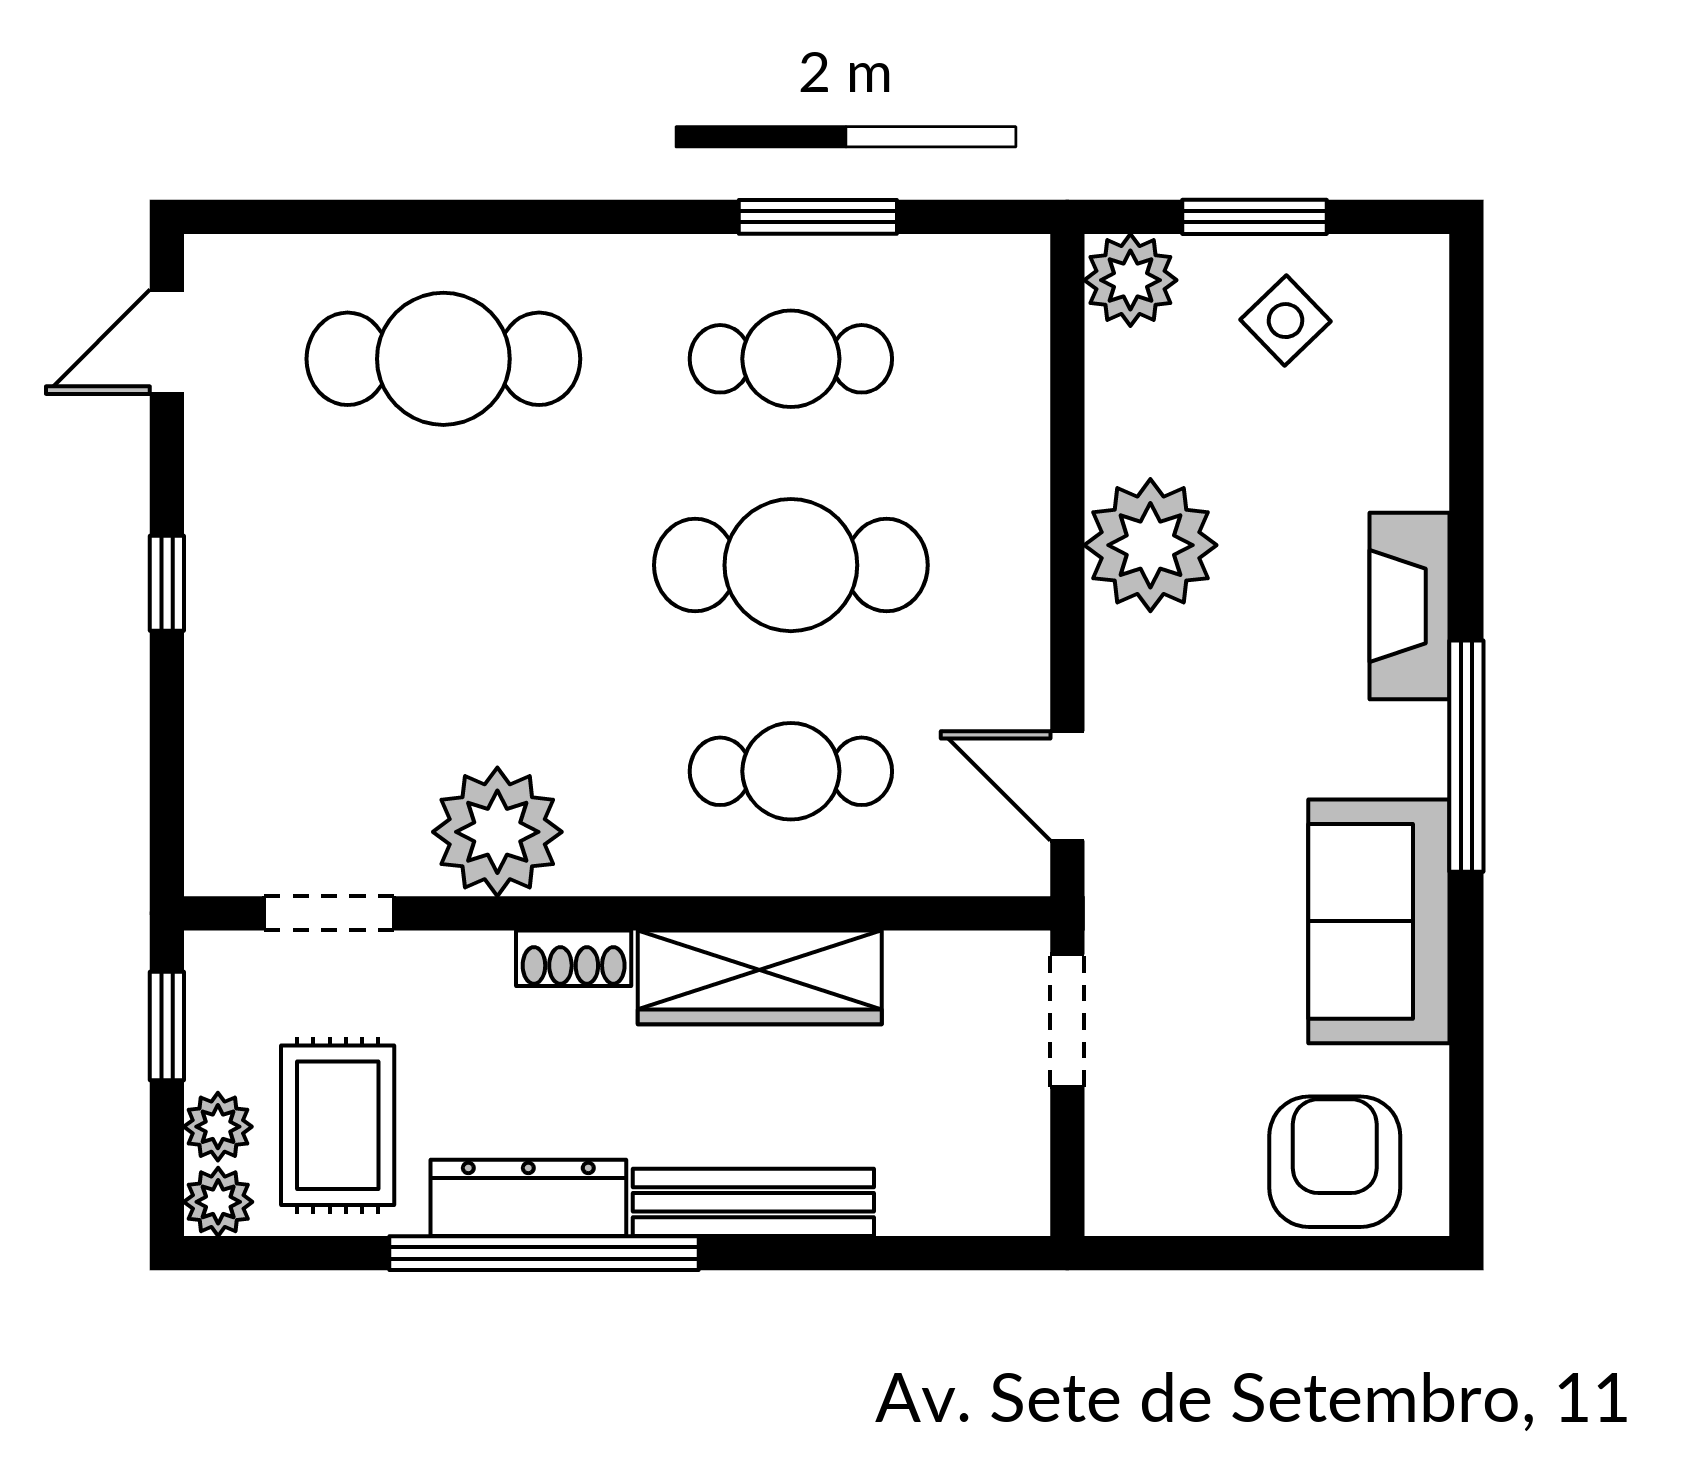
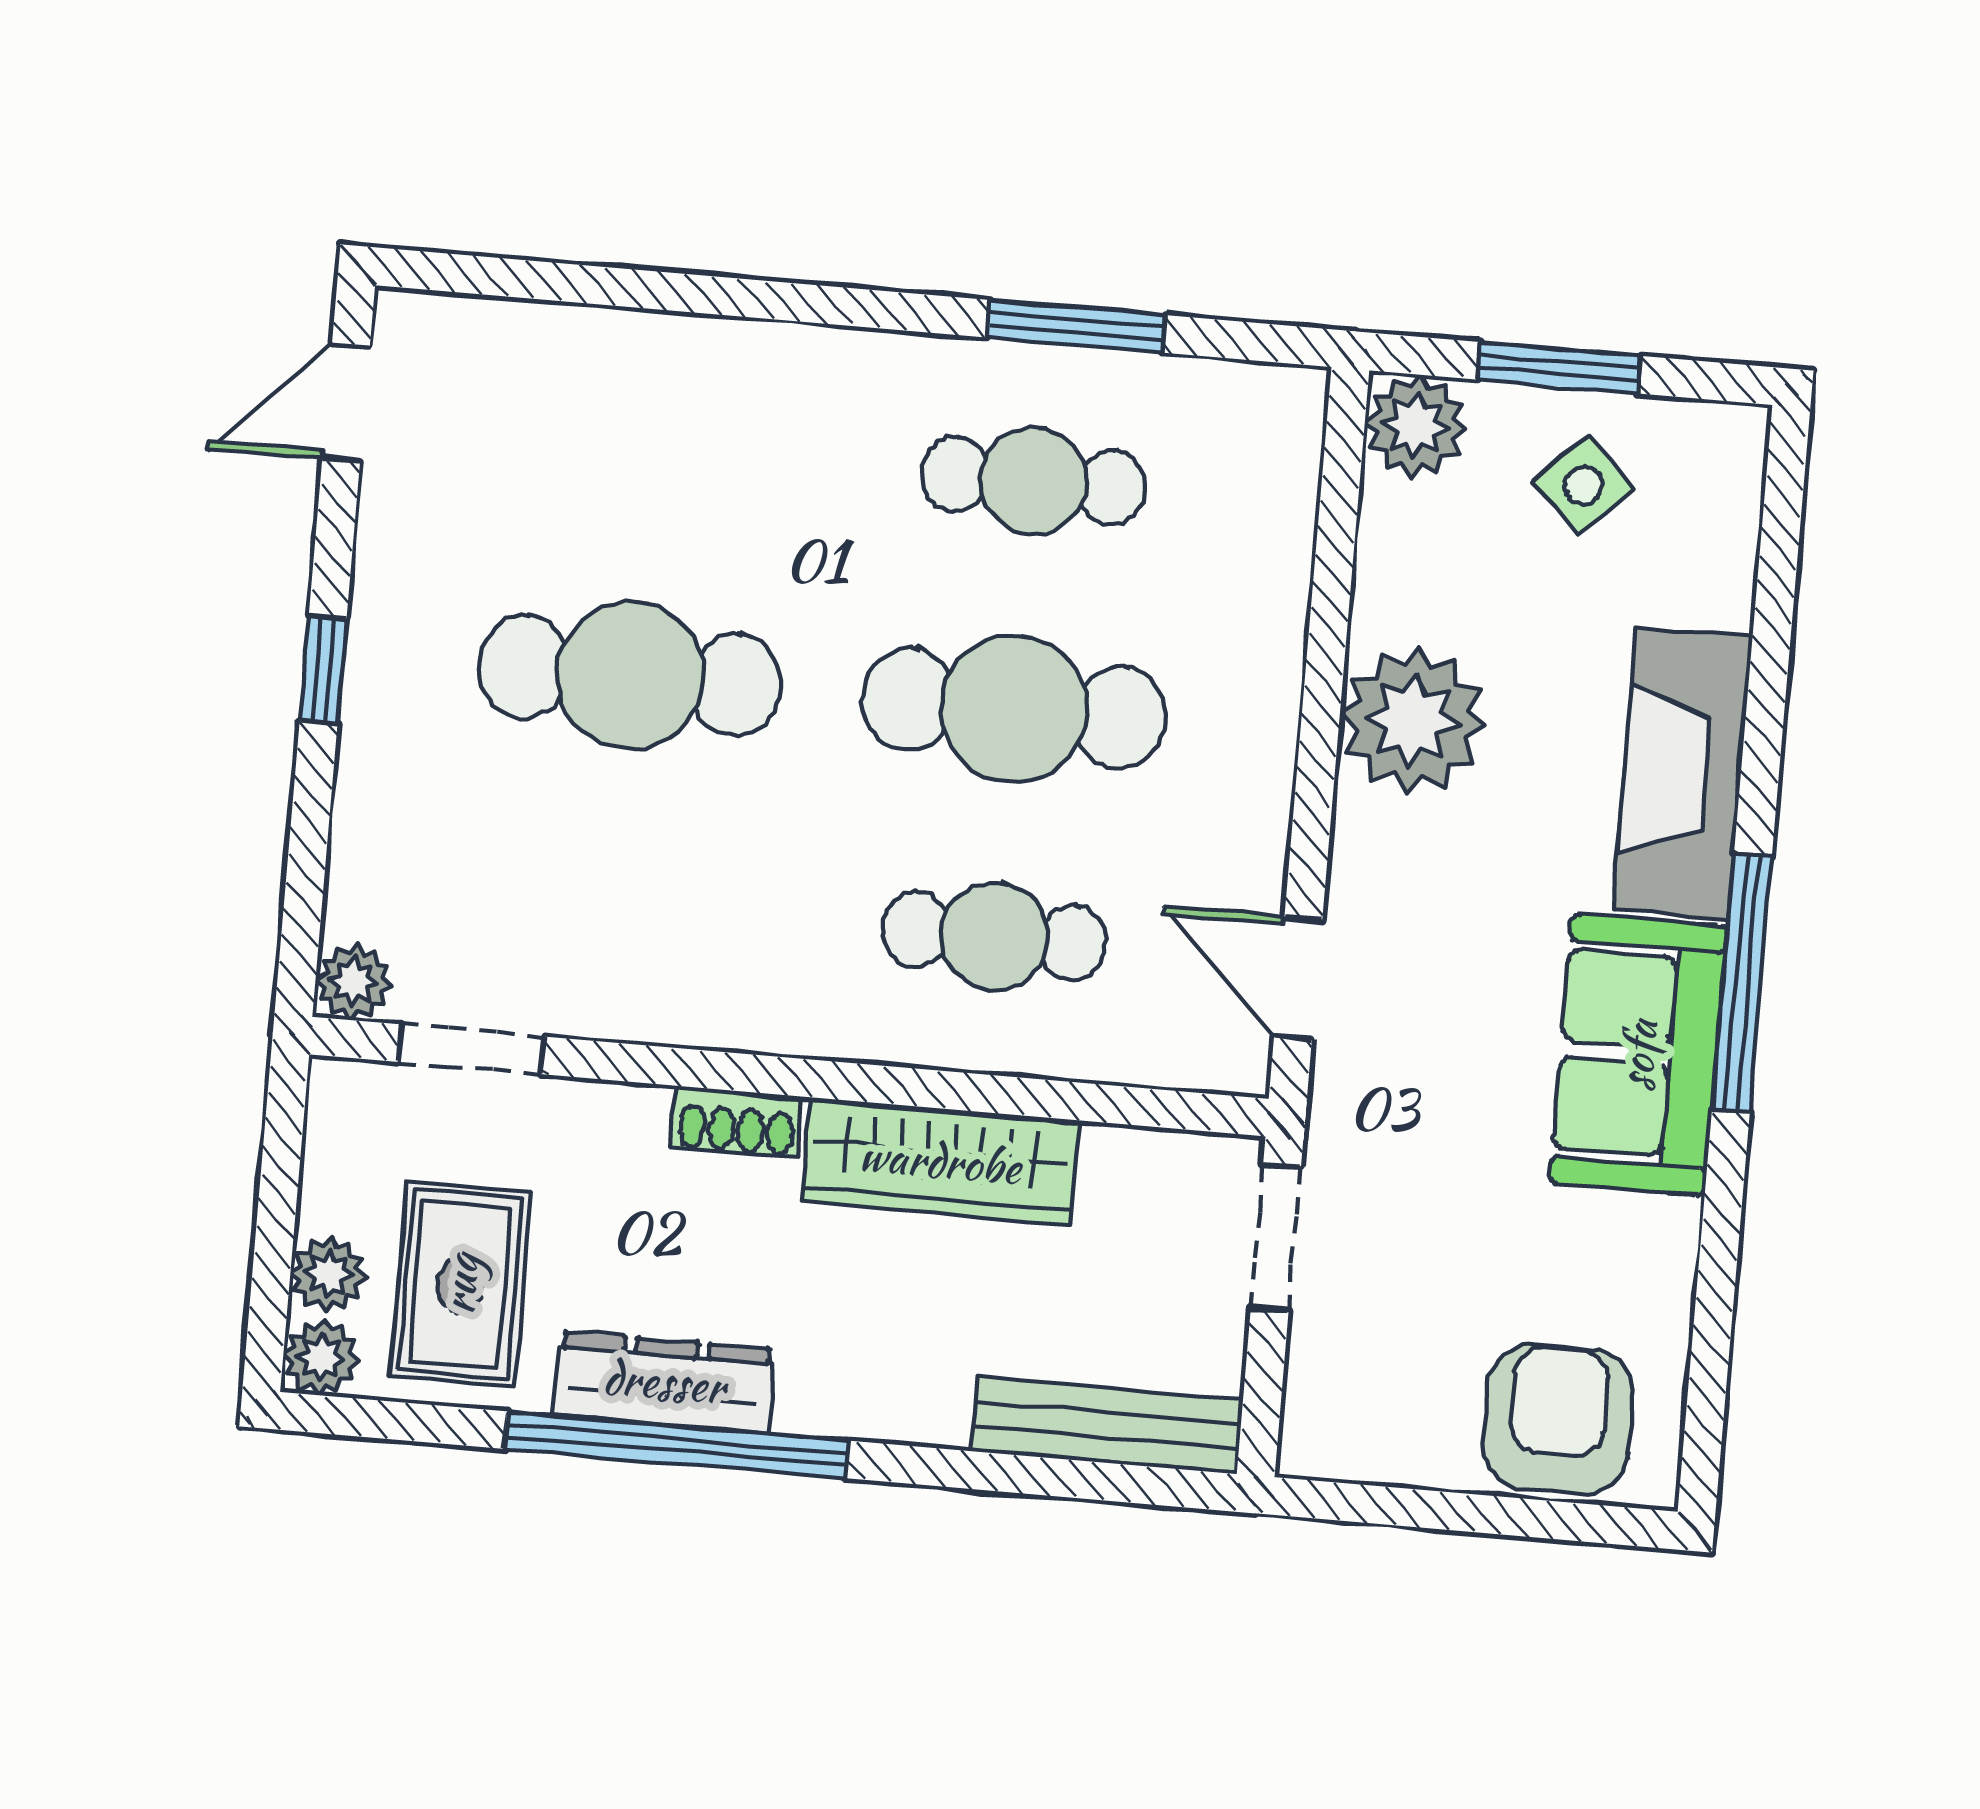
cafe table: (443, 359) -> (630, 676), moved
fireplace: (1410, 606) -> (1682, 773), width x1.37, depth x1.32
plant: (497, 832) -> (353, 982), moved, width x0.53, depth x0.53
sofa: (1379, 921) -> (1638, 1055), moved
window: (167, 1026) -> (281, 1158), removed
bench: (753, 1202) -> (1107, 1425), moved

